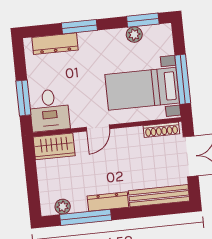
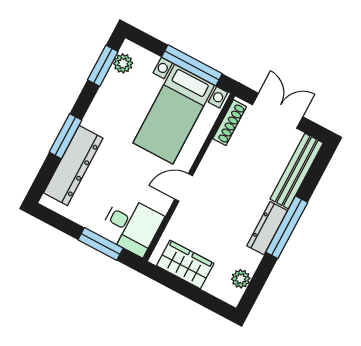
plant: (134, 35) -> (123, 63), moved
dresser: (55, 44) -> (73, 166), width x1.37, depth x1.24
door: (98, 128) -> (184, 187), swing flipped
wardrobe: (54, 146) -> (185, 264), moved, turned -90
window: (86, 217) -> (287, 227), moved

